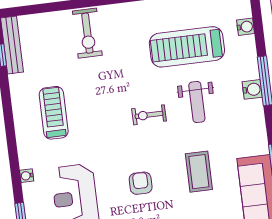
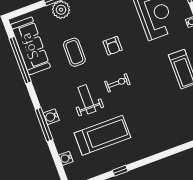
exercise bike: (87, 33) -> (172, 129), removed
armchair: (141, 183) -> (113, 46), moved

